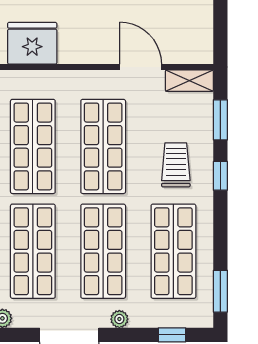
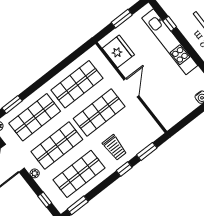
door: (141, 67) -> (131, 88), moved
shelving: (189, 81) -> (153, 127), removed
trolley: (176, 165) -> (115, 148), turned 90

